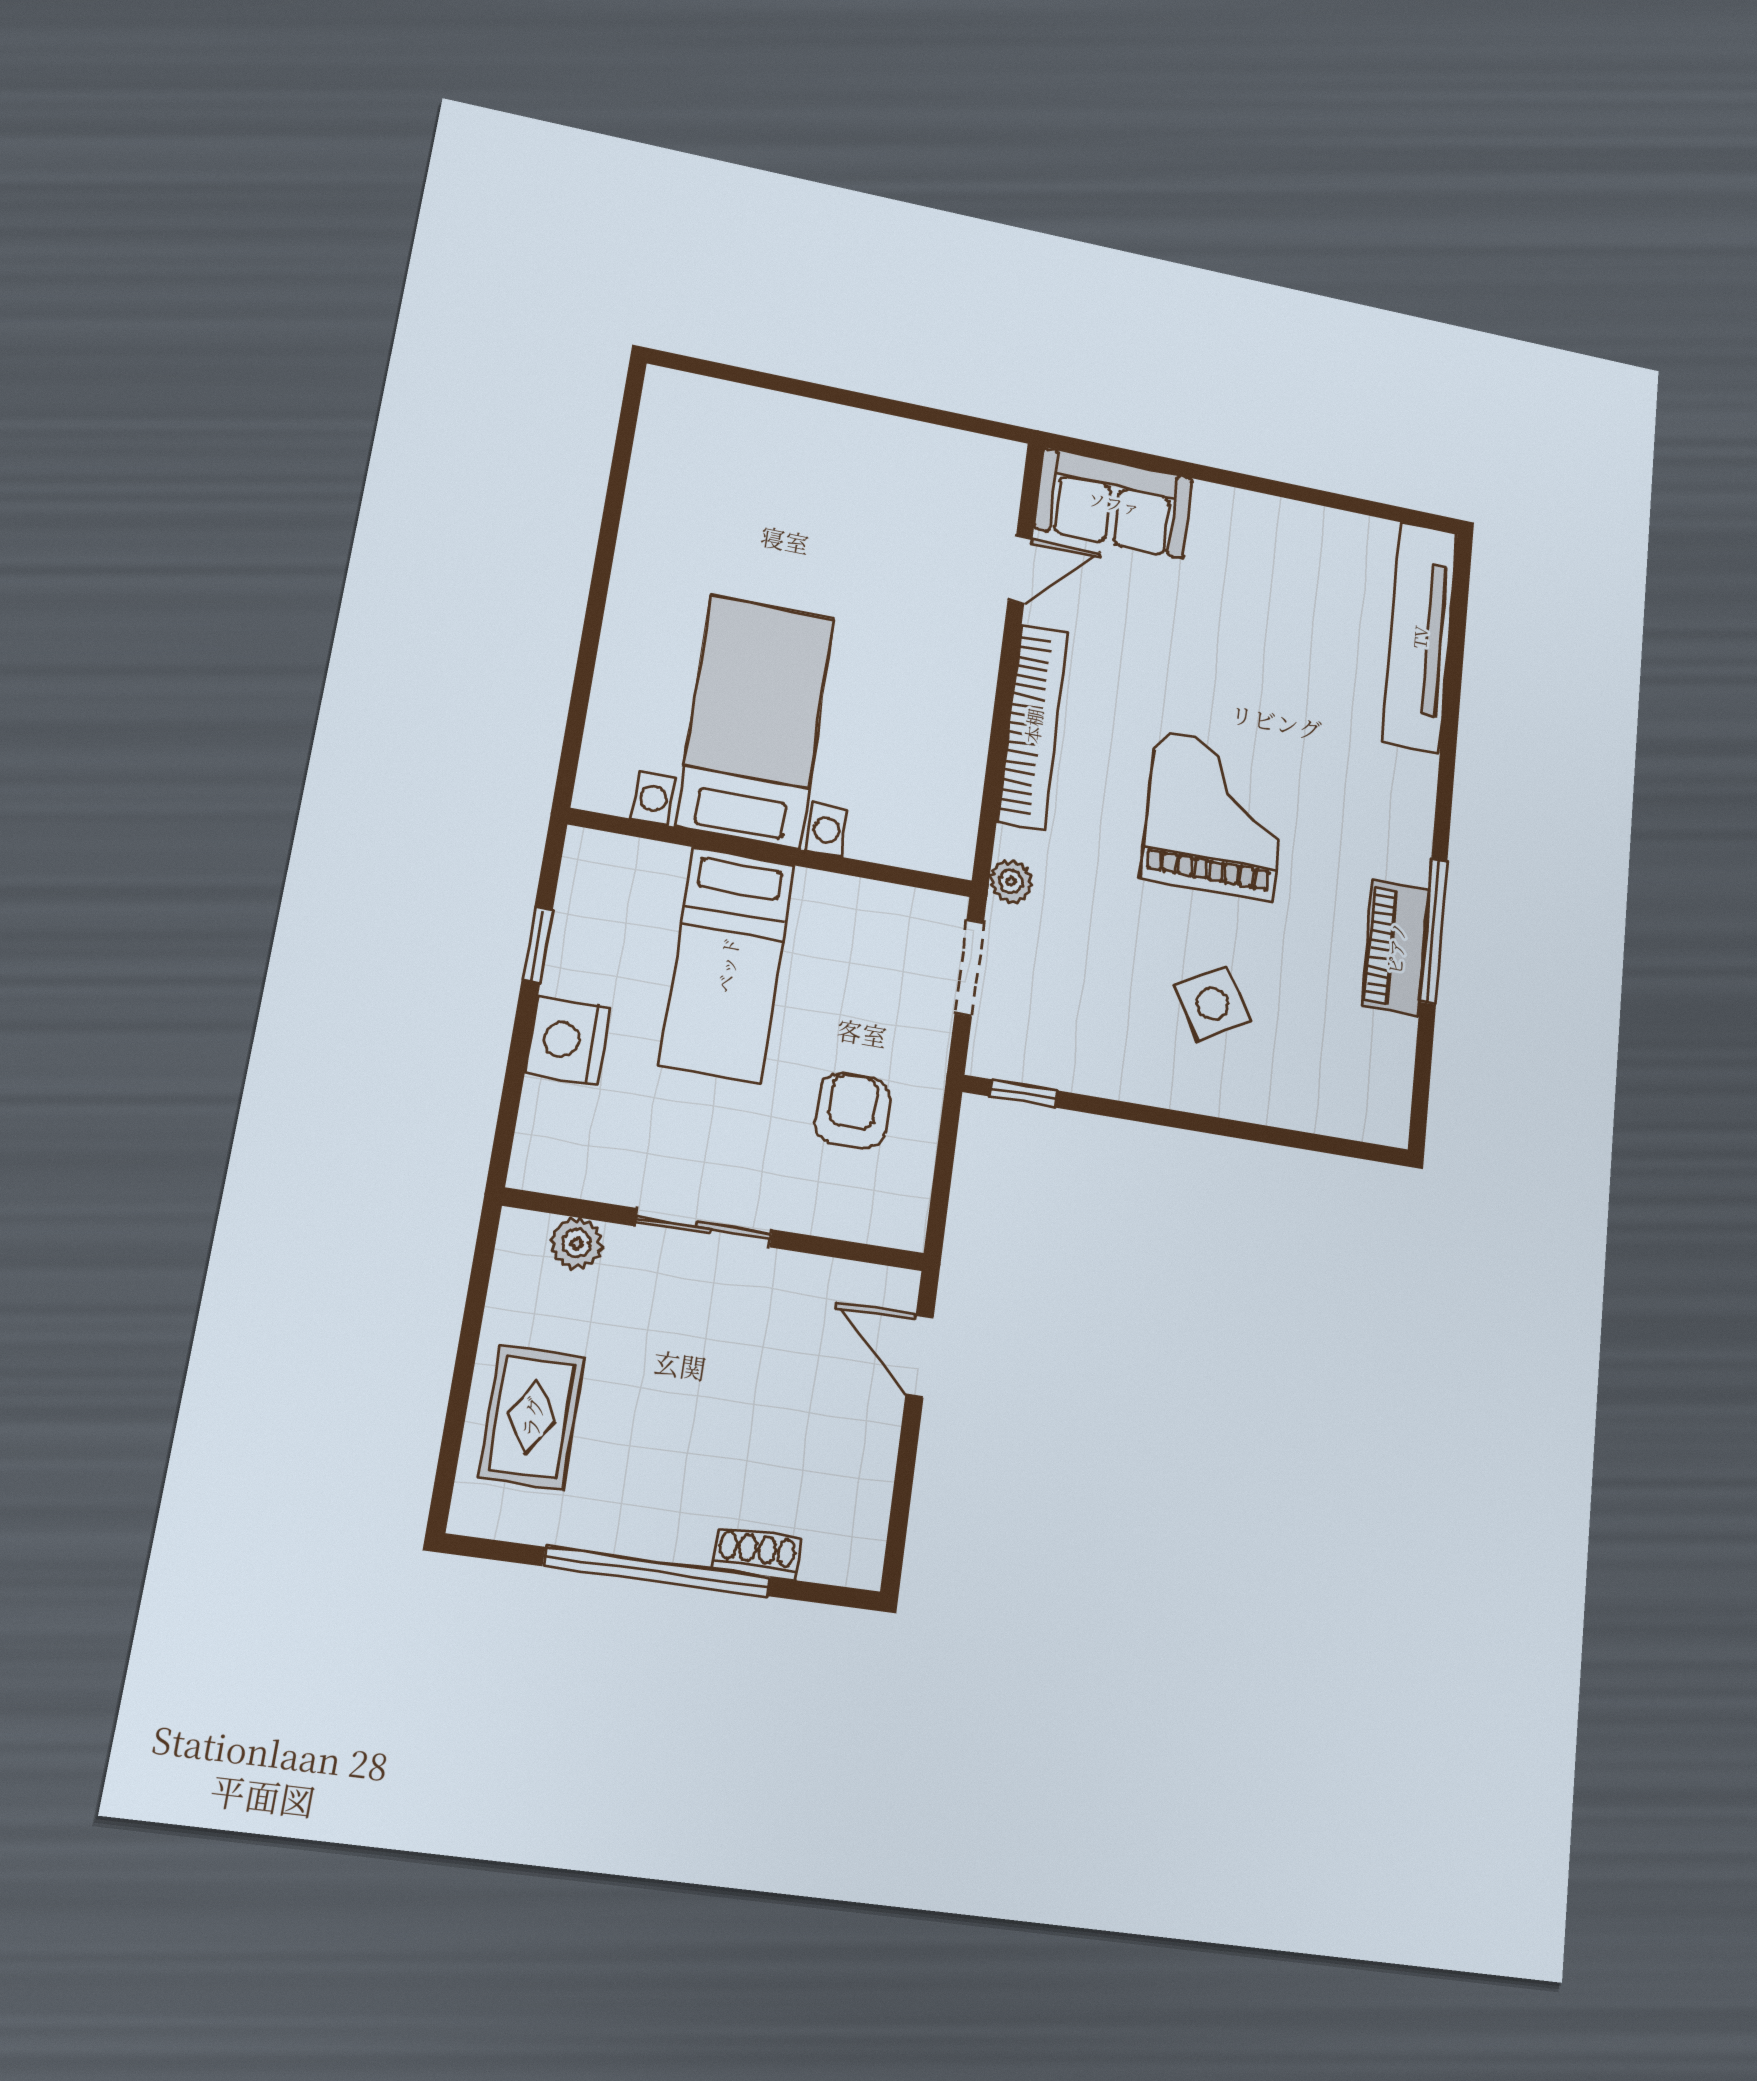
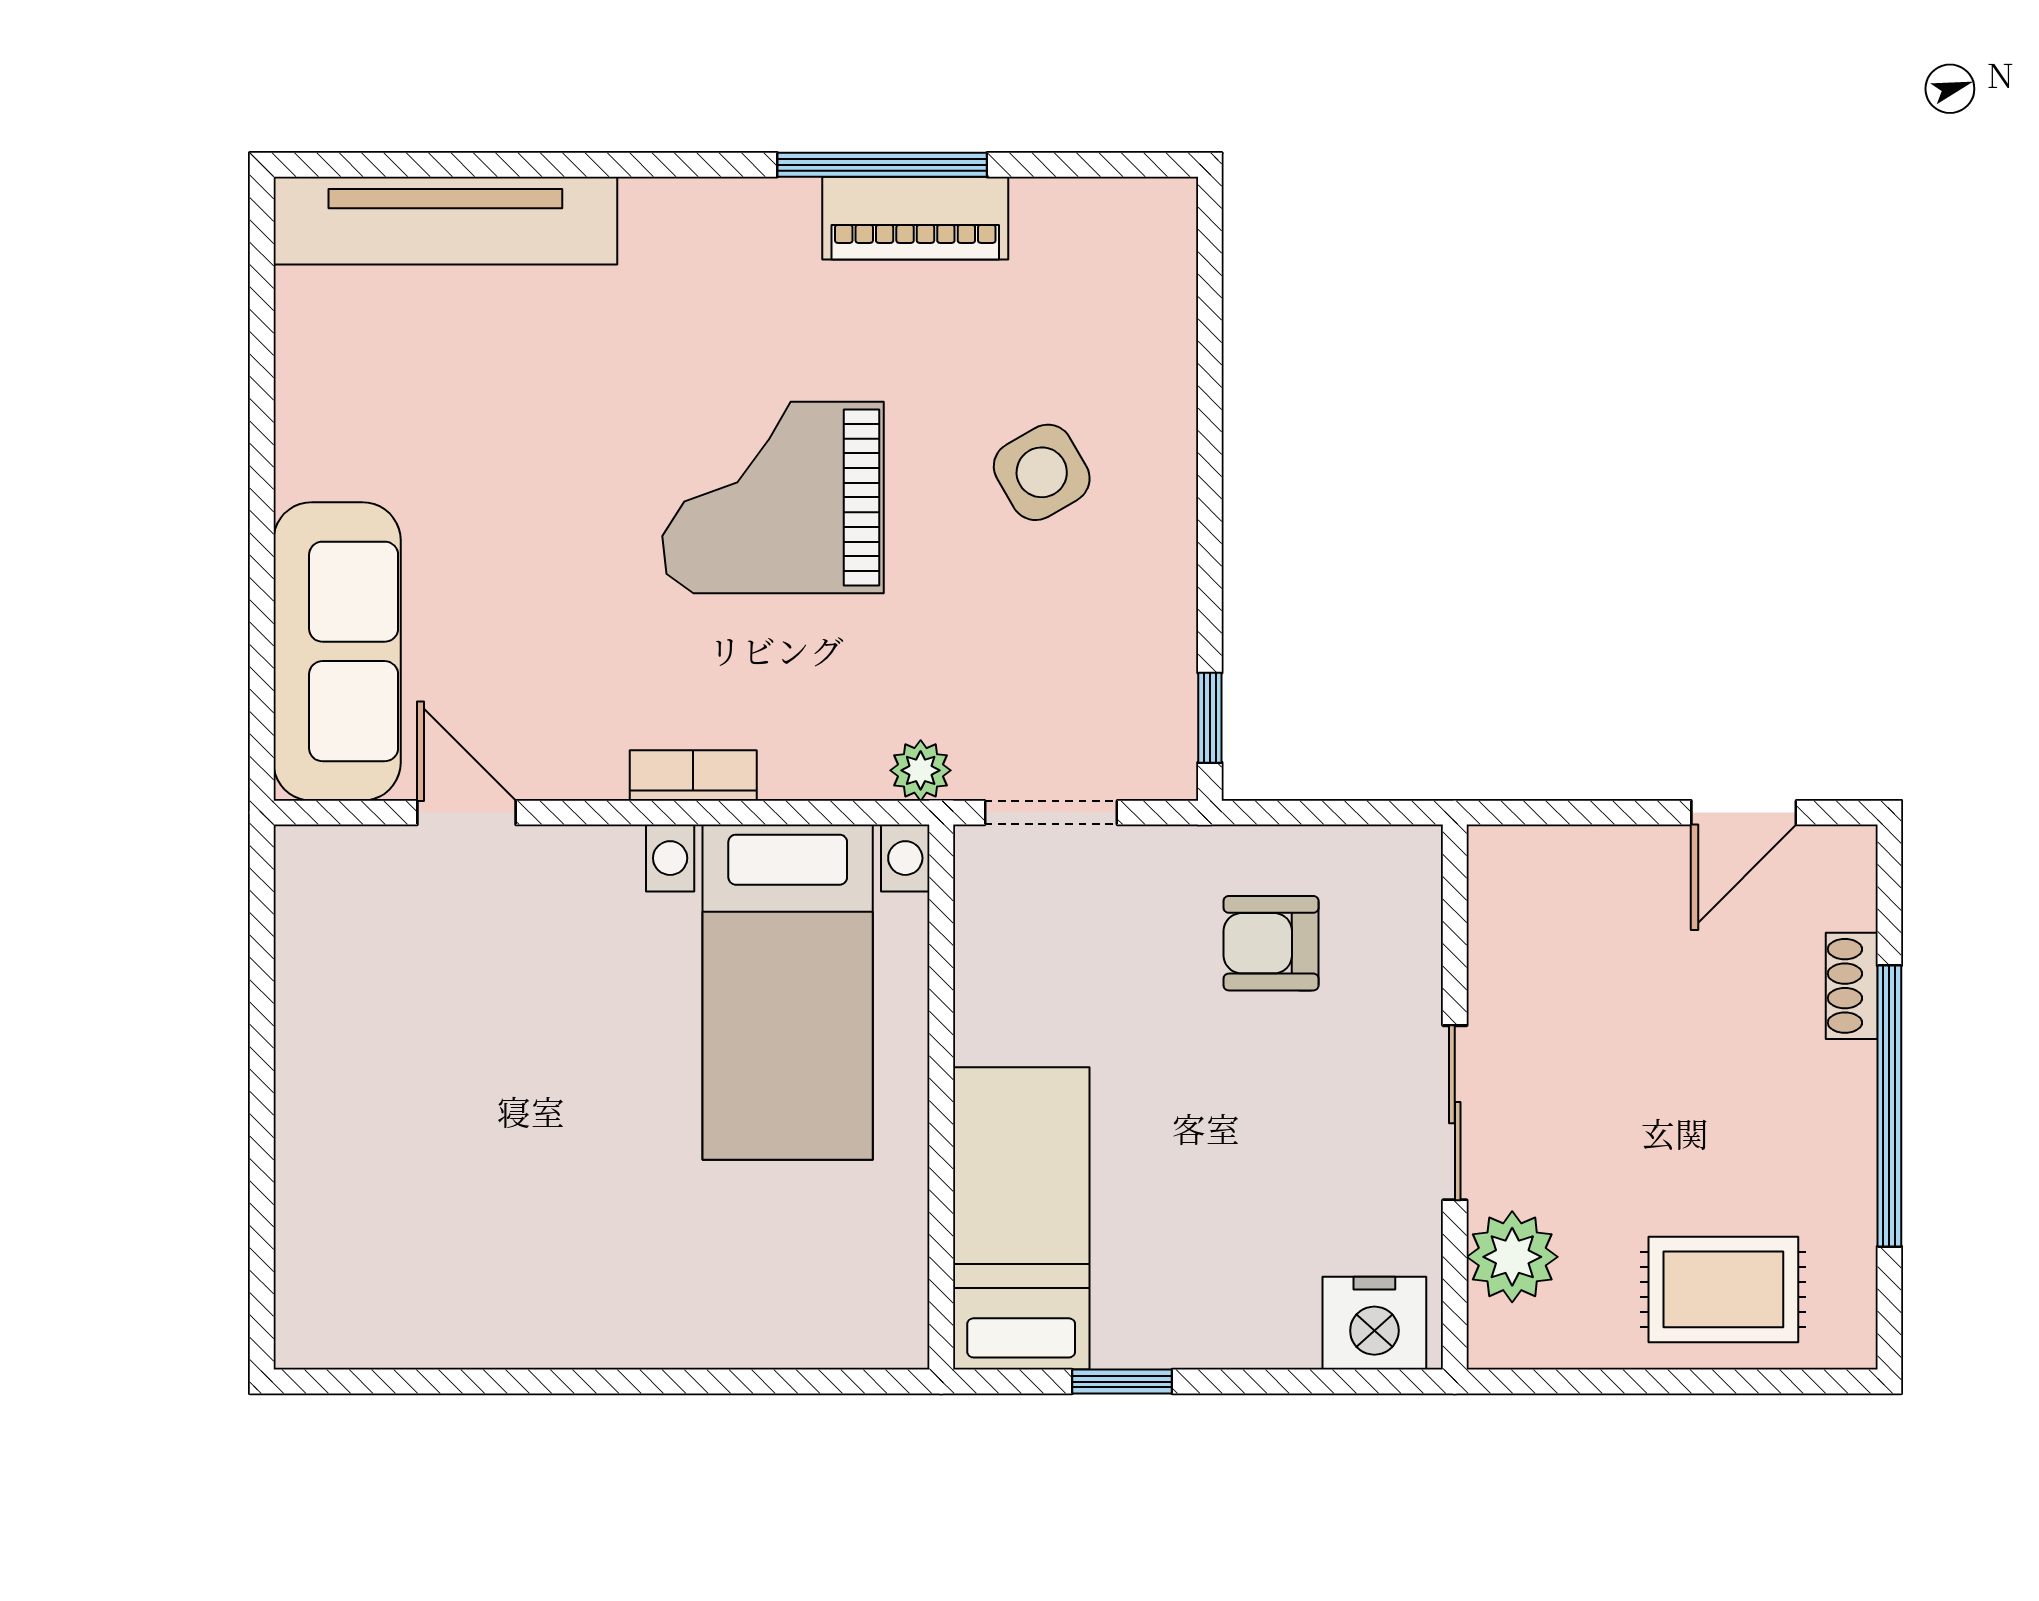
sofa: (1114, 503) -> (337, 651), width x1.36
bed with nightstands: (755, 721) -> (788, 992), moved, turned -90
bookcase: (1033, 726) -> (693, 775), width x0.43, depth x0.76
bed: (727, 965) -> (1021, 1218), moved, turned -90
nightstand: (567, 1040) -> (1374, 1323), moved
plant: (577, 1244) -> (1512, 1257), width x1.38, depth x1.38
door: (920, 1356) -> (1744, 813), moved

